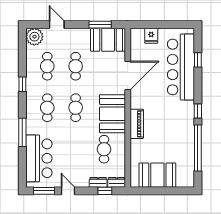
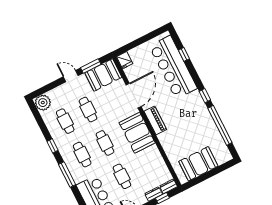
door: (57, 25) -> (71, 76), moved
fridge: (151, 36) -> (125, 60), moved
piano: (137, 124) -> (155, 120), moved
window: (22, 132) -> (67, 175), moved
cafe table: (104, 149) -> (122, 176), moved

